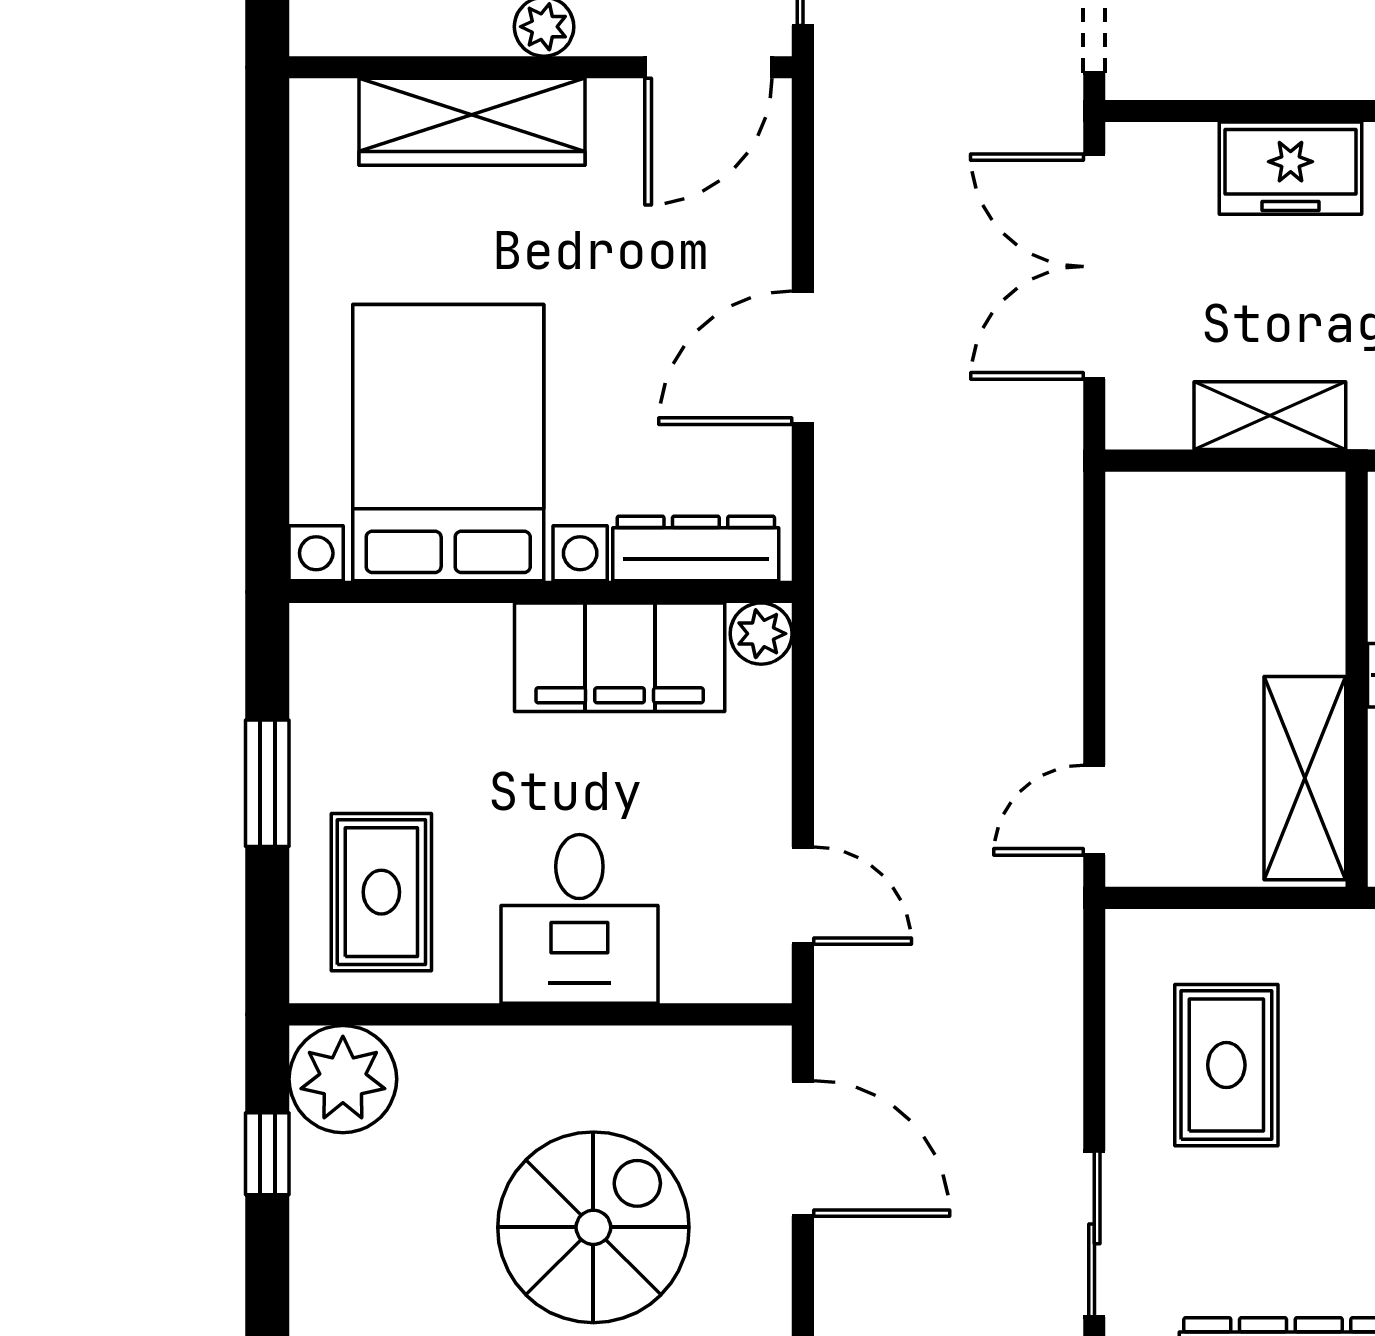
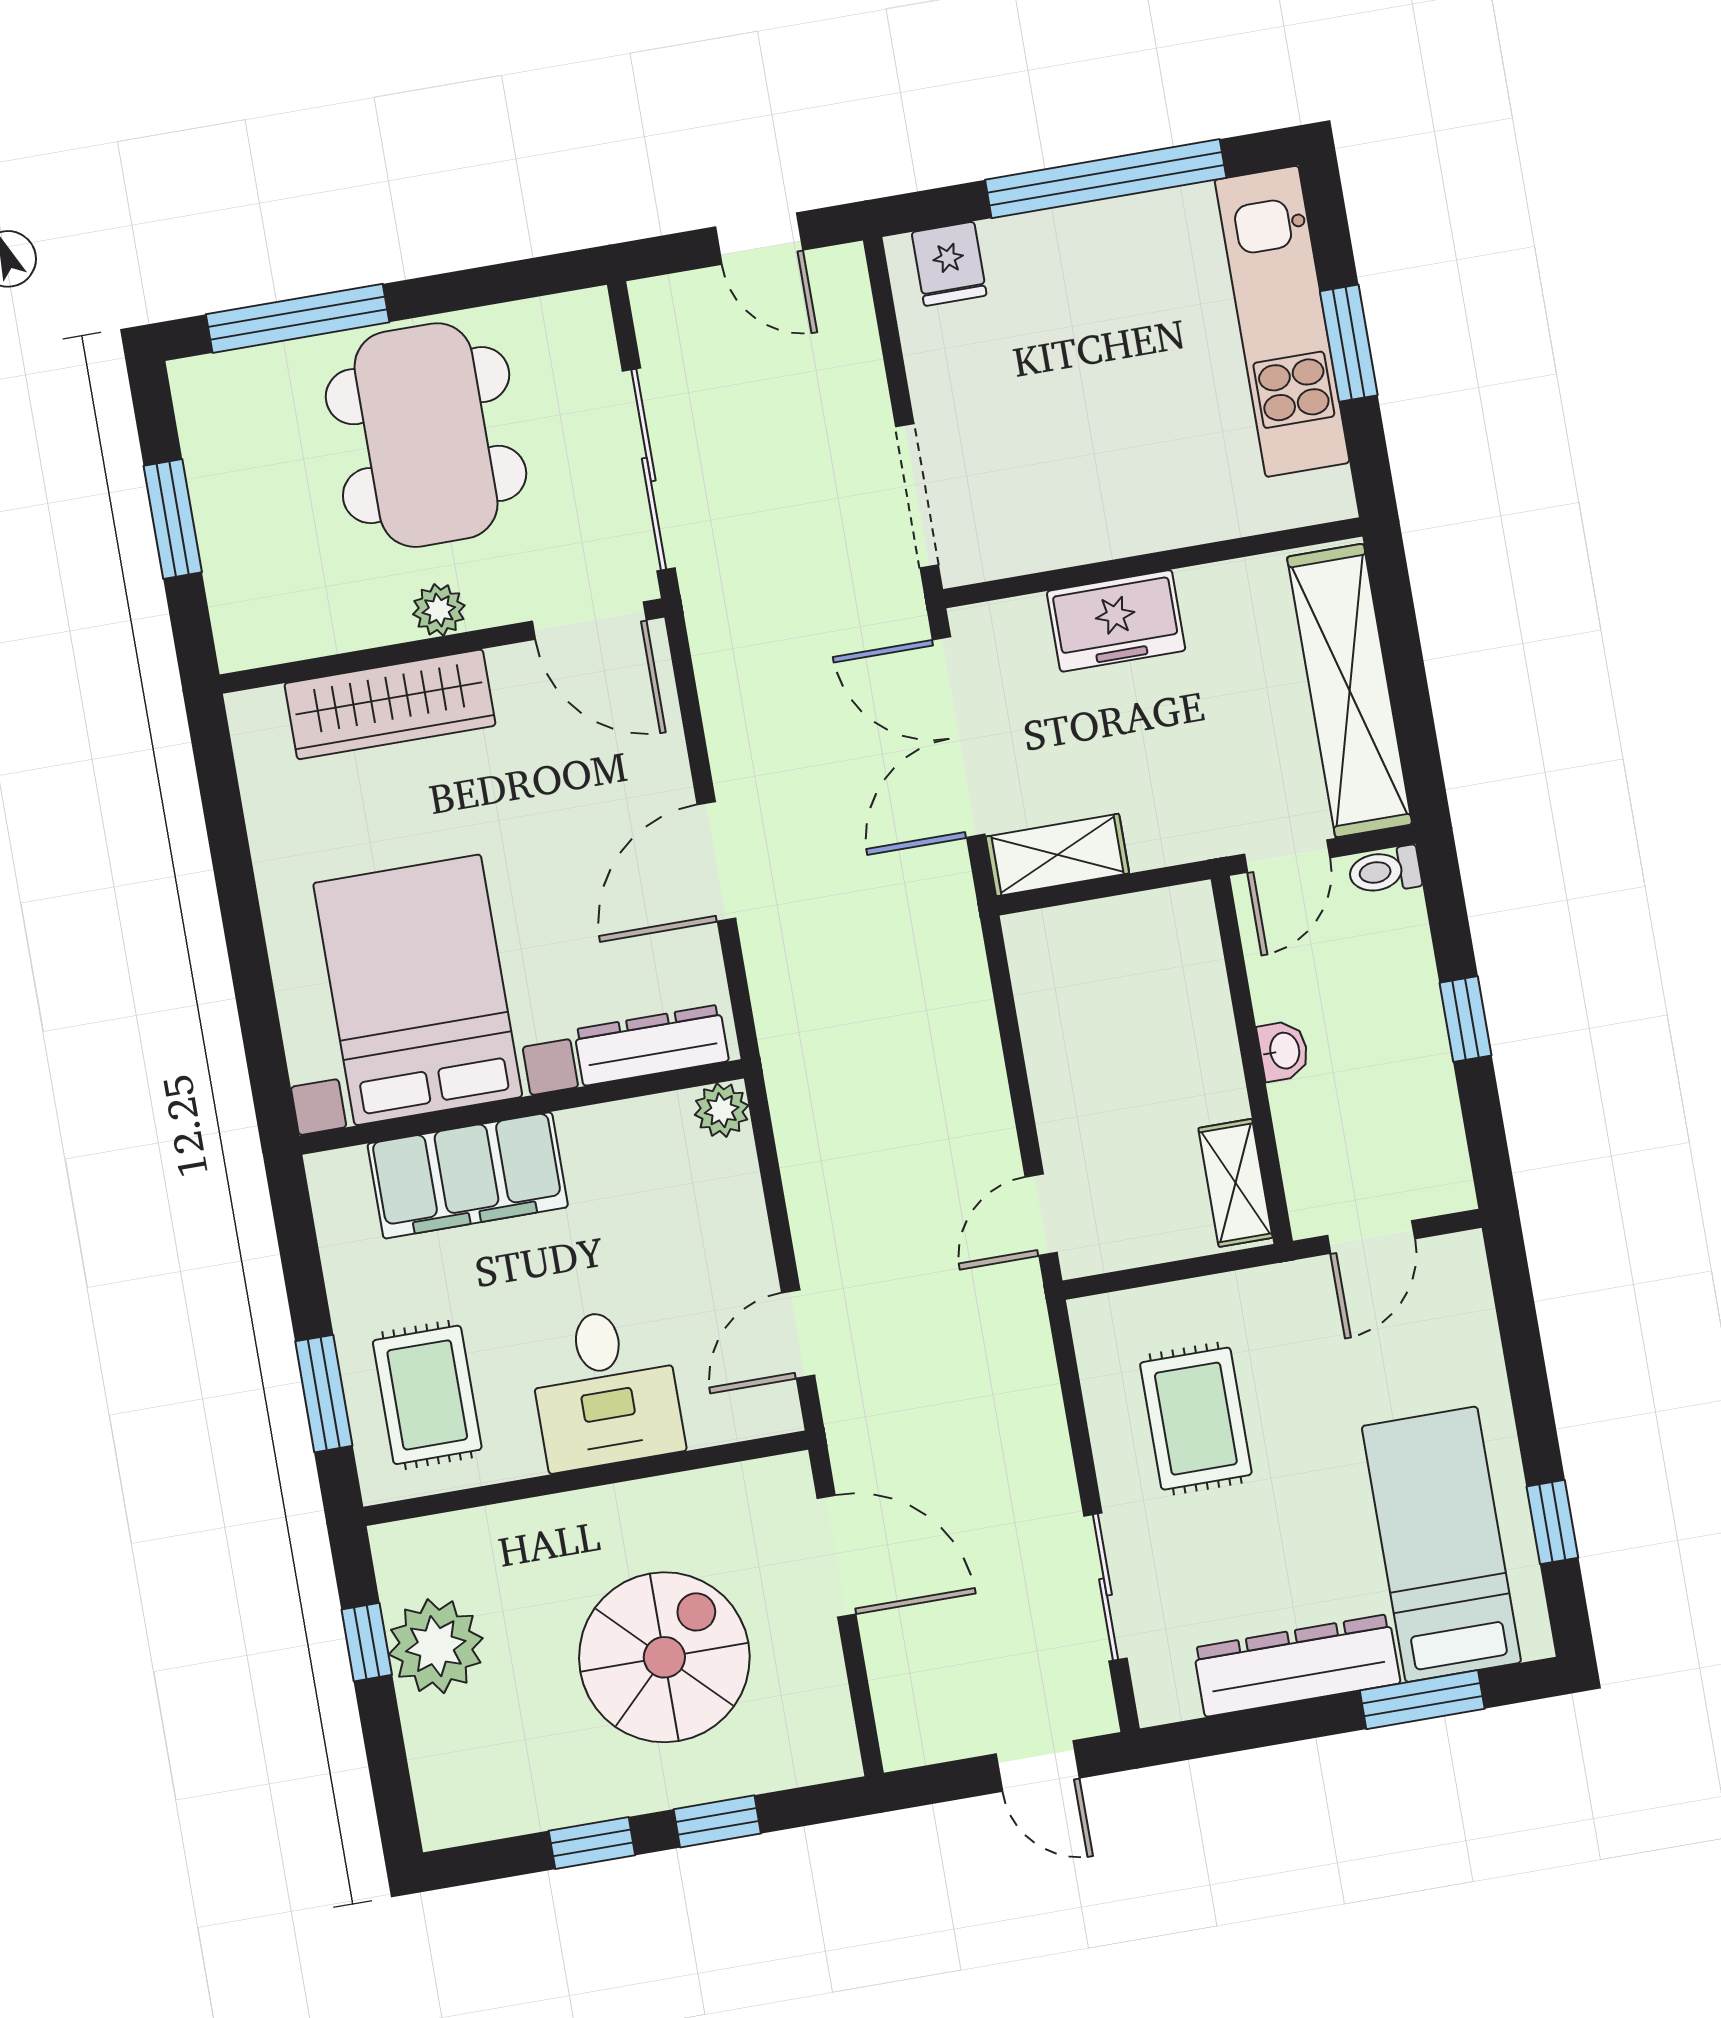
door: (708, 67) -> (589, 621), hinge flipped
shelving: (1270, 416) -> (1057, 855), moved
filing cabinet: (620, 657) -> (468, 1175), moved
shelving: (1305, 778) -> (1235, 1183), width x0.67, depth x0.75
window: (267, 783) -> (324, 1394), moved
door: (803, 896) -> (798, 1334), swing flipped
plant: (343, 1079) -> (436, 1646), moved

